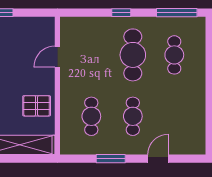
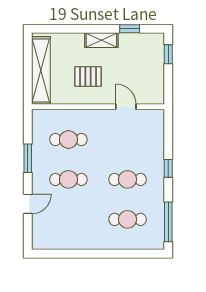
cafe table: (133, 55) -> (128, 179), width x0.73, depth x0.74
pallet: (37, 106) -> (88, 77), moved, turned 90
door: (158, 159) -> (28, 204), hinge flipped

